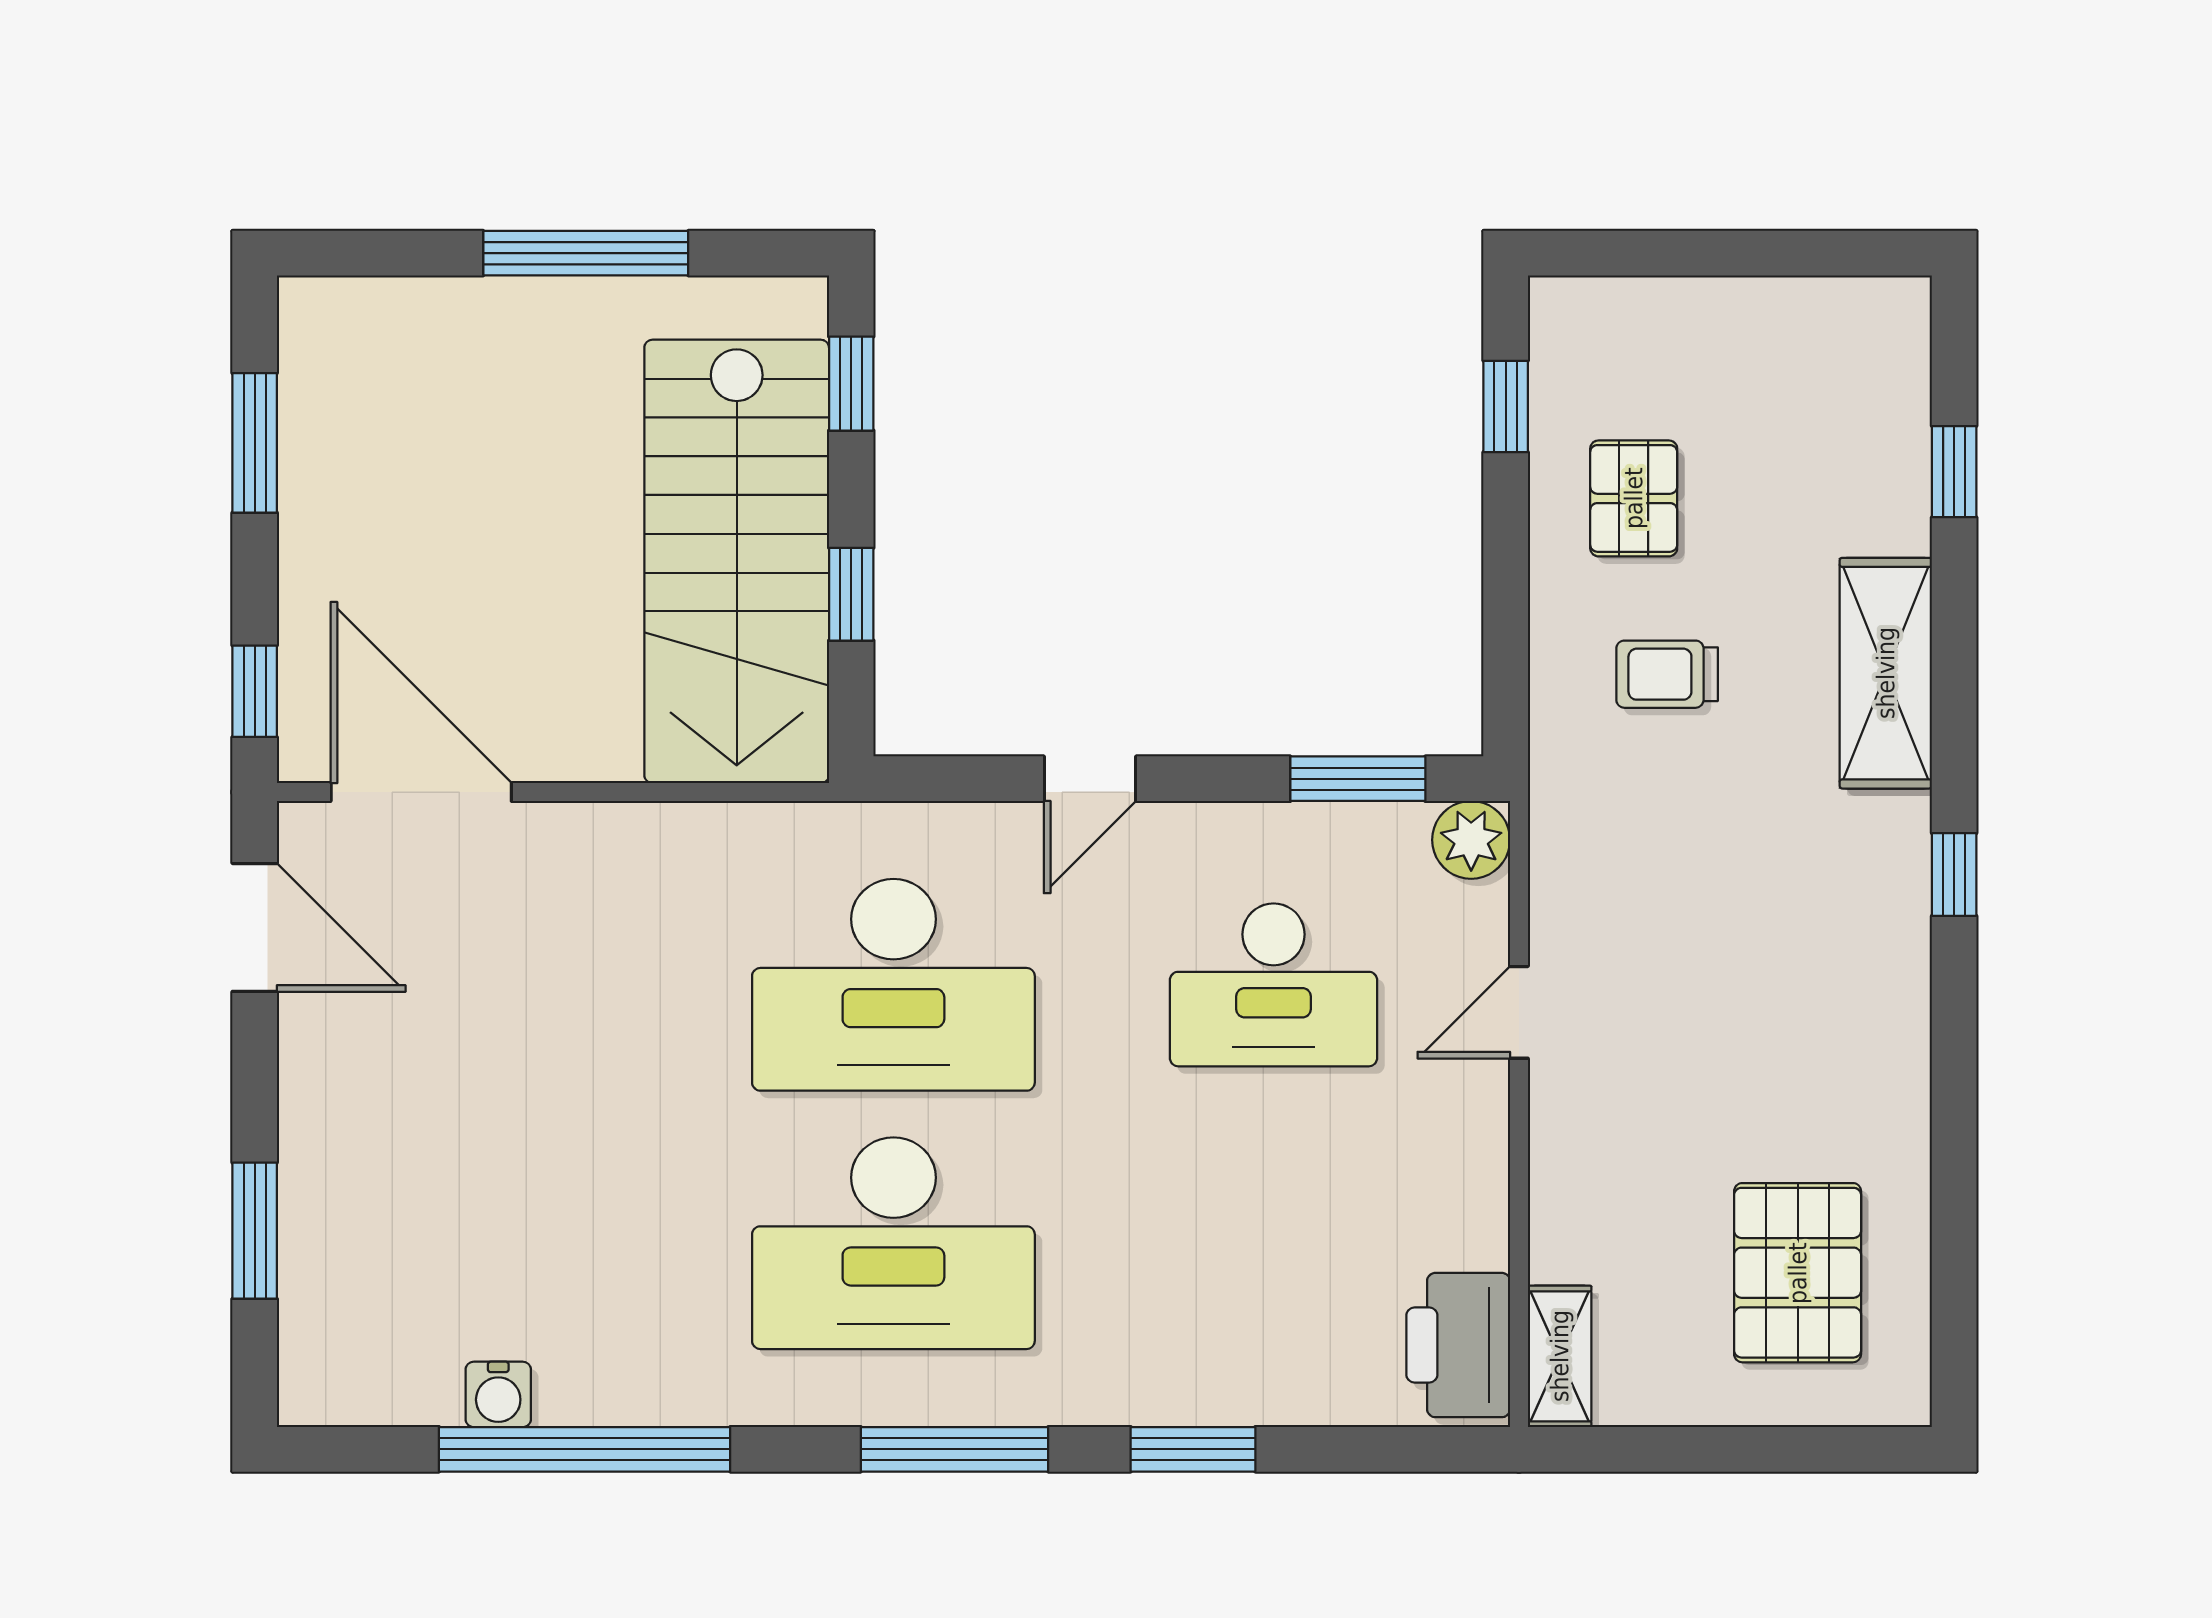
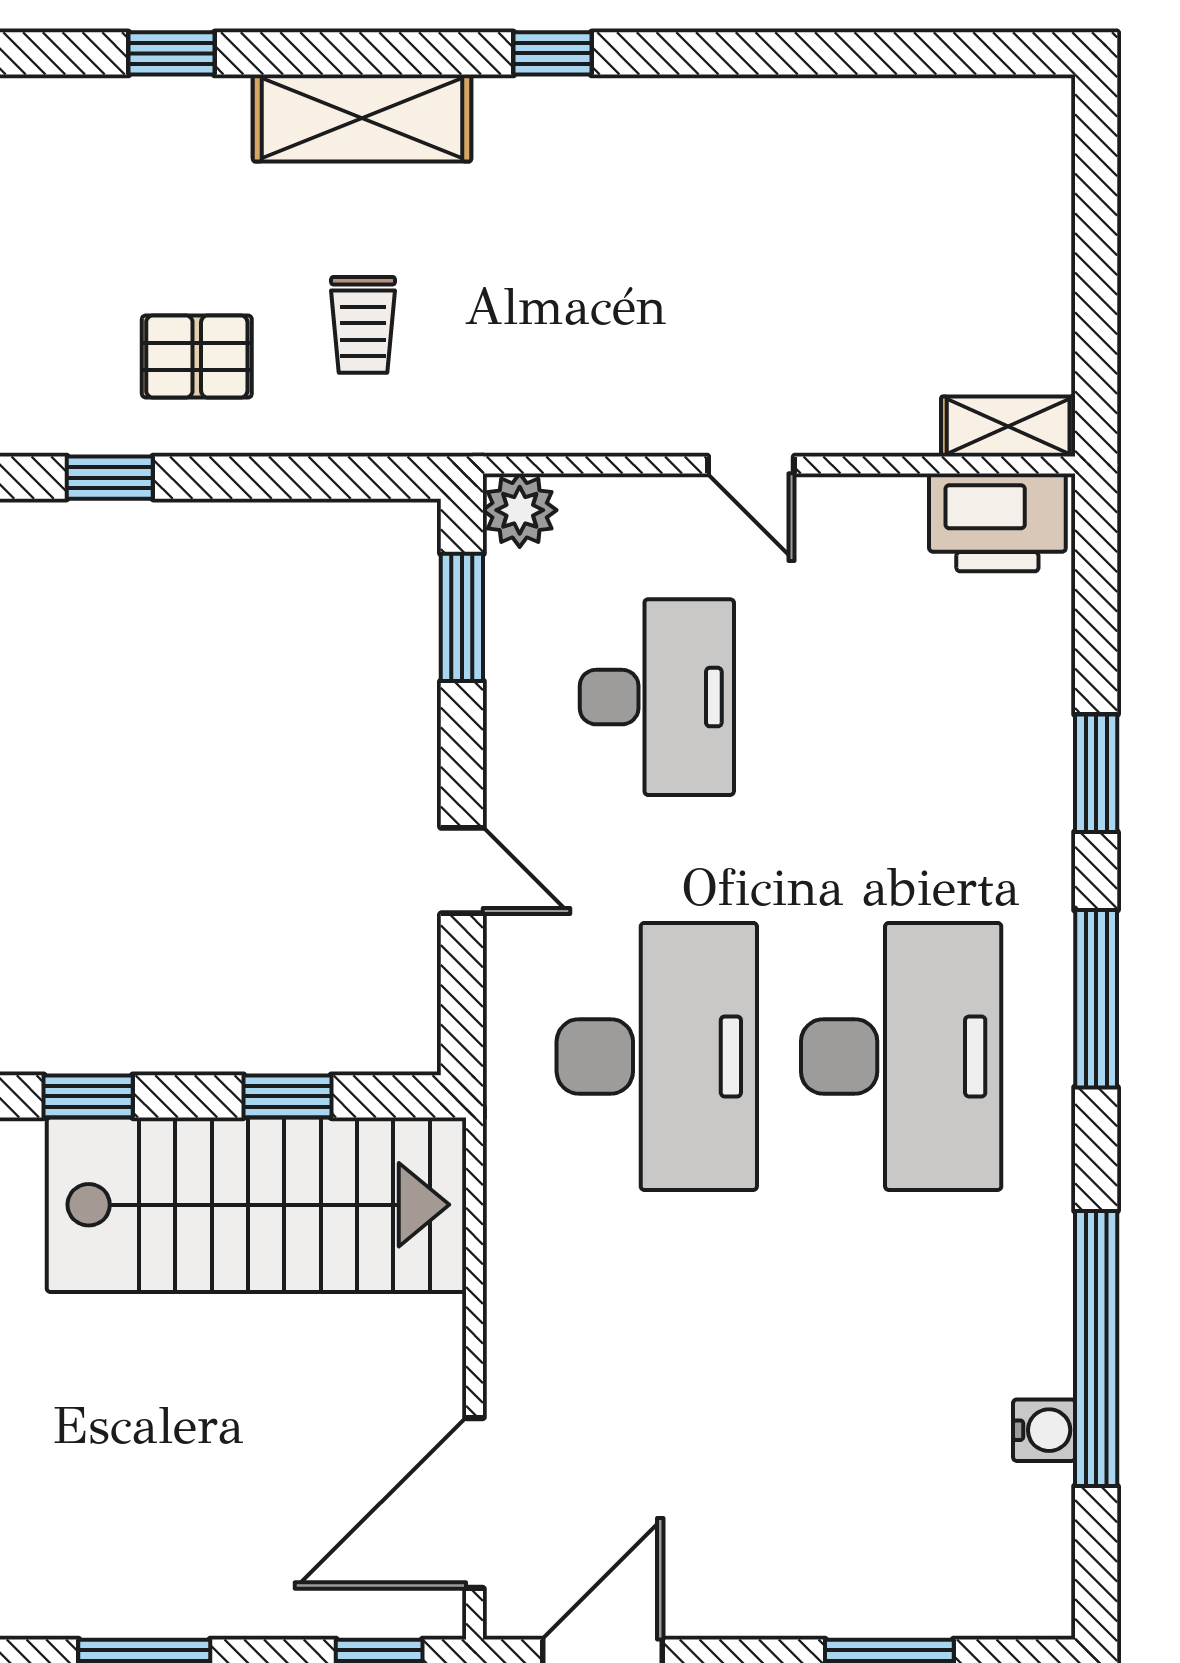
door: (1519, 1012) -> (751, 465), moved
pallet: (1798, 1273) -> (929, 201), removed

